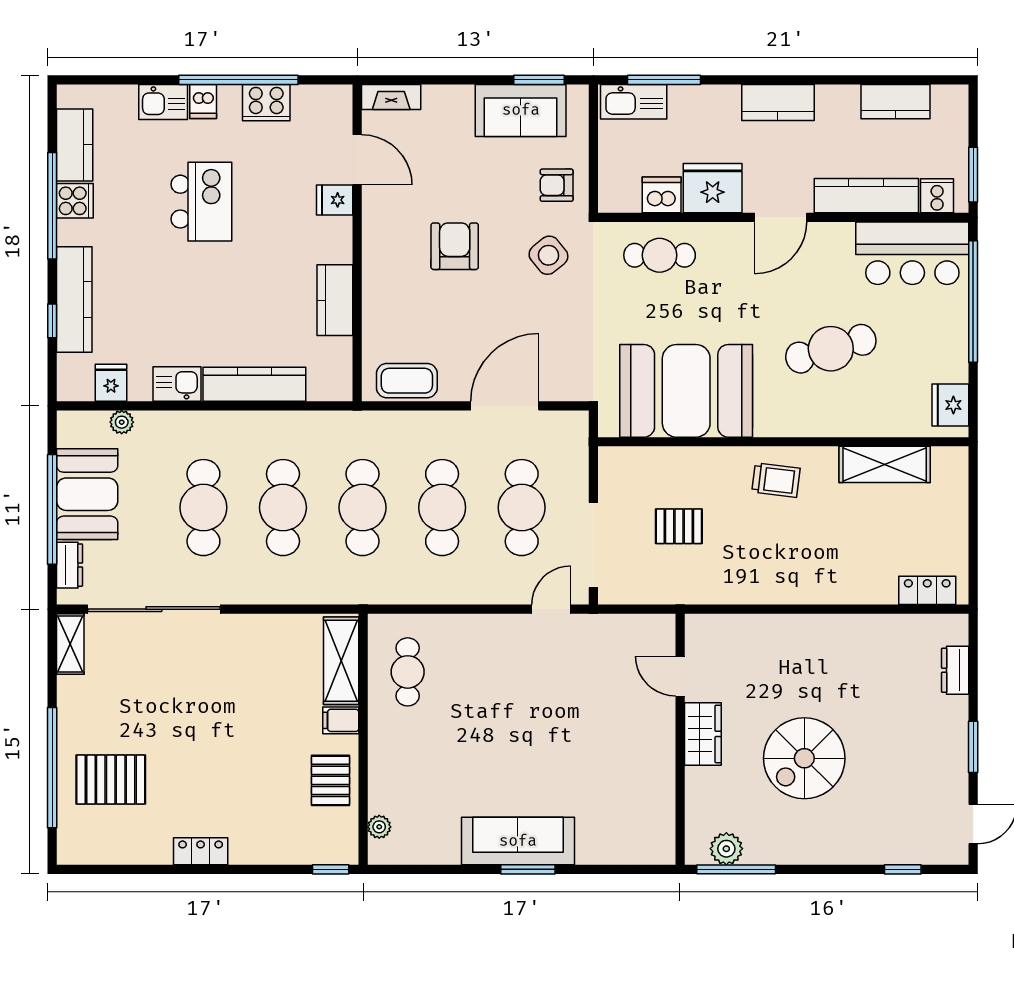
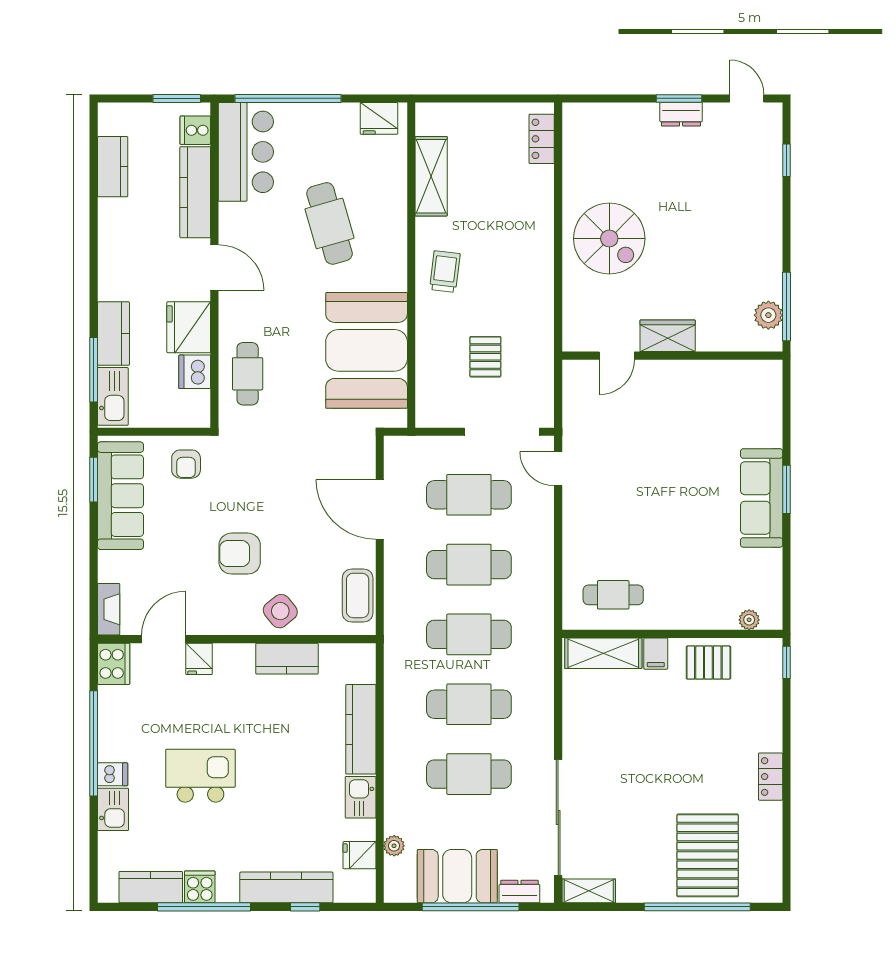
kitchen counter: (778, 102) -> (113, 334), moved
cooker: (266, 103) -> (114, 664), moved
sofa: (521, 110) -> (120, 496), width x1.36
side table: (548, 255) -> (280, 611), moved
dresser: (955, 670) -> (681, 114), moved
spiral stairs: (804, 758) -> (609, 239), moved
pallet: (111, 780) -> (708, 855), width x1.37, depth x1.41

